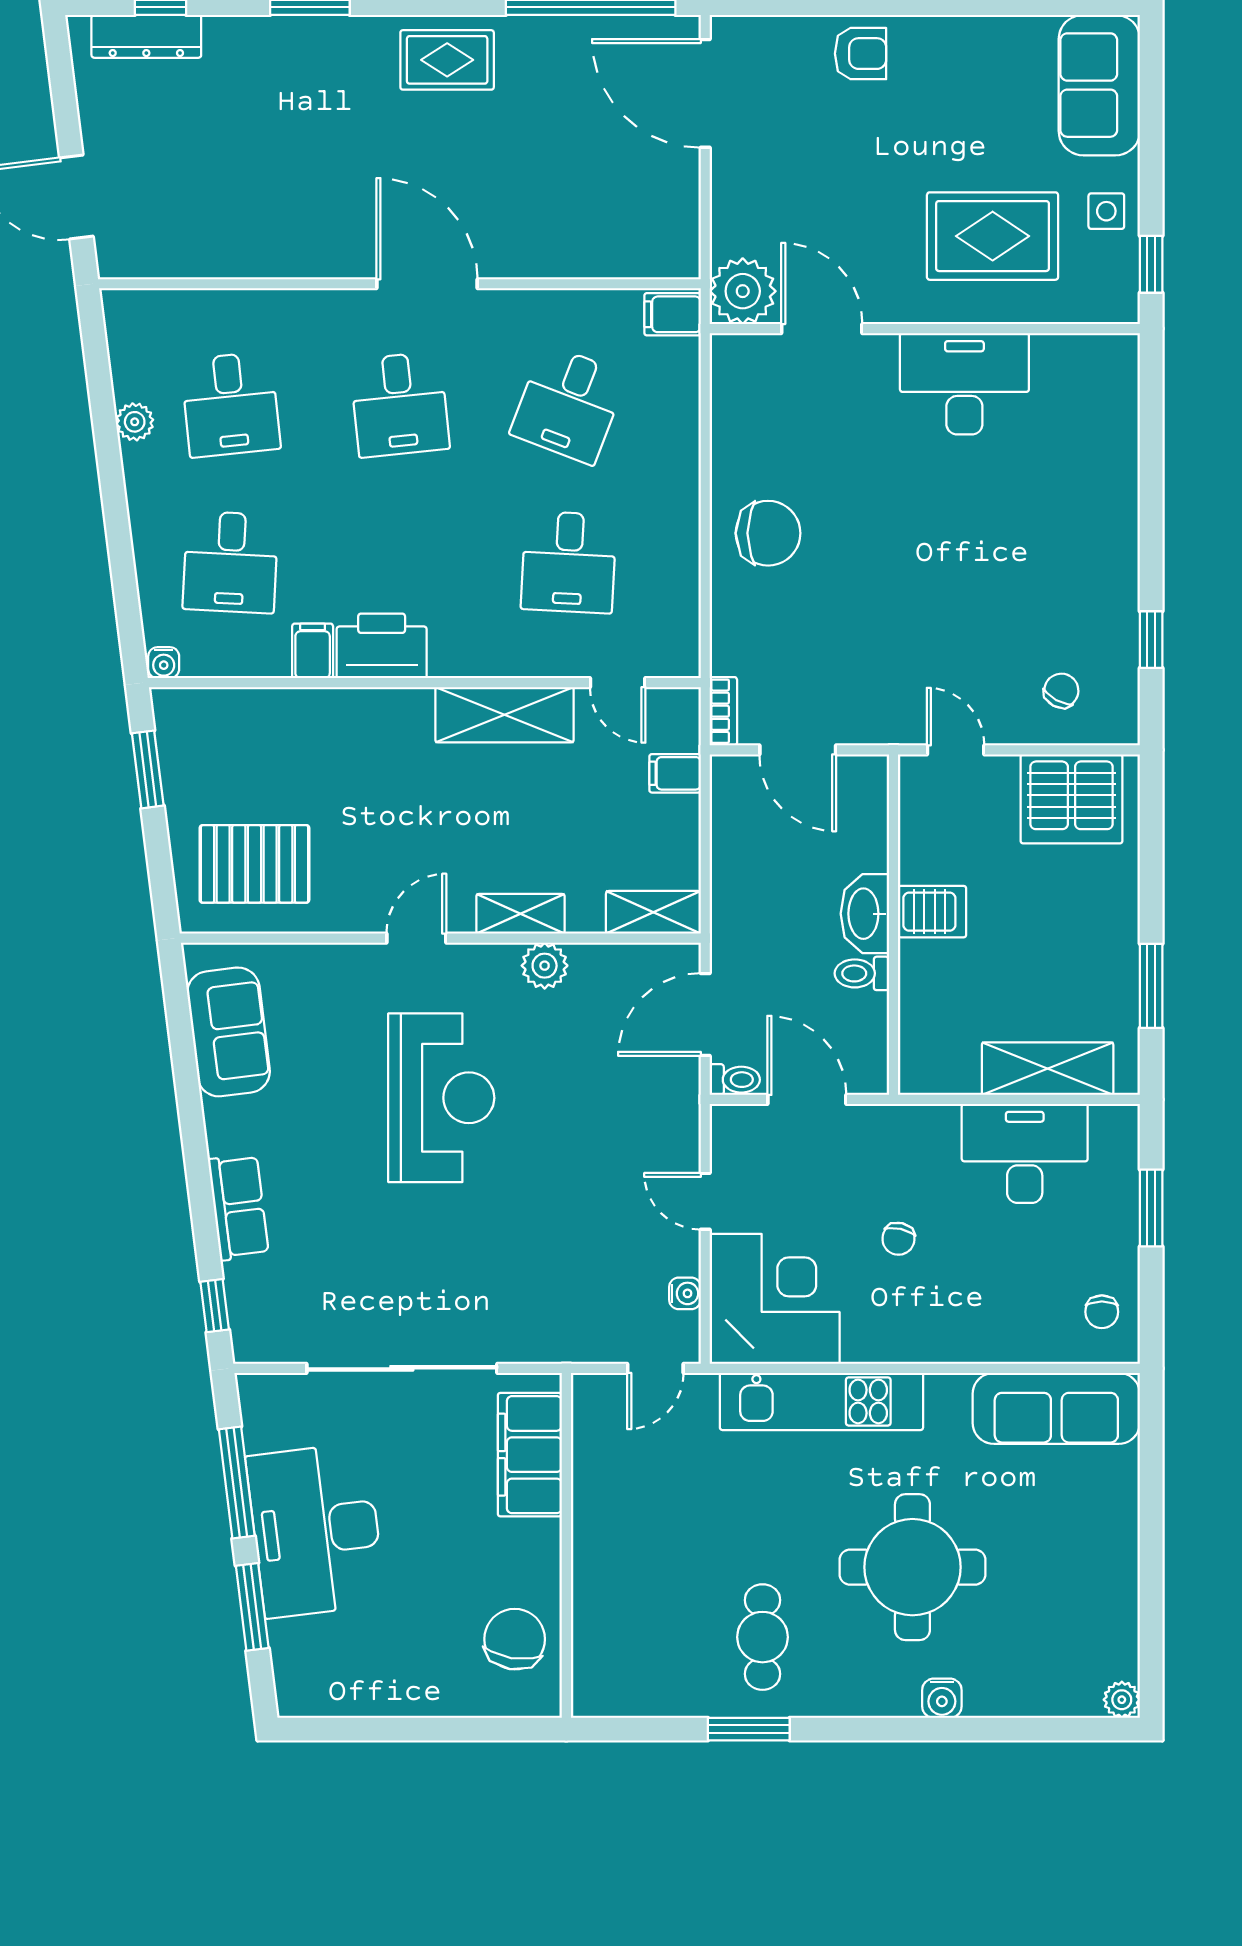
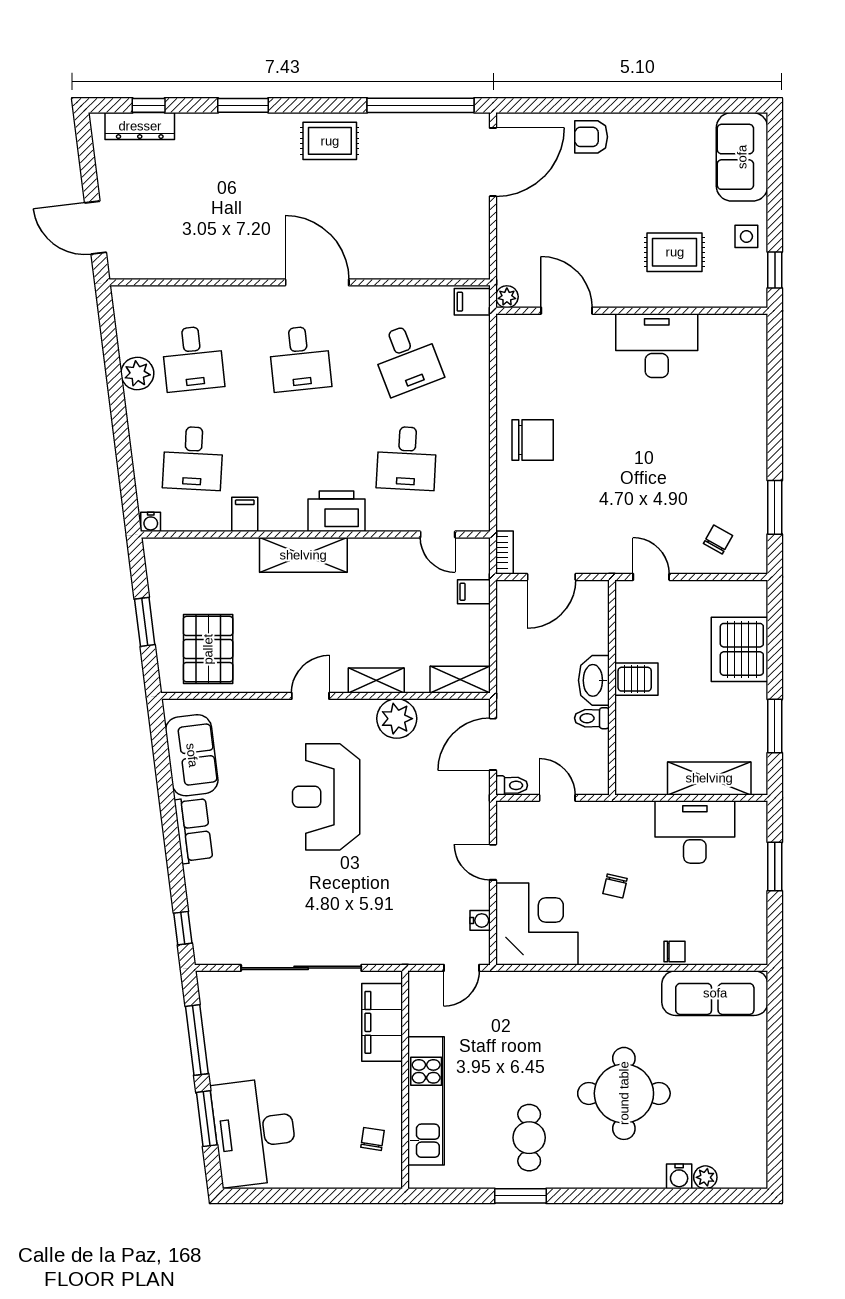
armchair: (861, 54) -> (591, 137), turned 180
door: (705, 93) -> (493, 162), swing flipped
rug: (993, 236) -> (675, 252), width x0.73, depth x0.70
plant: (743, 291) -> (507, 297), width x0.53, depth x0.53
desk: (569, 404) -> (407, 359), turned -42
plant: (135, 422) -> (137, 374), width x1.38, depth x1.38
window: (1151, 640) -> (775, 507), width x1.50
printer: (382, 646) -> (336, 511), moved
shelving: (504, 715) -> (303, 555), moved
door: (798, 750) -> (551, 577), hinge flipped
window: (148, 769) -> (145, 622), moved
server rack: (1071, 799) -> (740, 649), moved, turned 90
pallet: (254, 864) -> (208, 649), turned 90
plant: (545, 966) -> (397, 719), width x1.36, depth x1.36
reception desk: (441, 1098) -> (326, 797), turned 180
door: (807, 1099) -> (557, 798), width x0.73
row of seats: (238, 1207) -> (193, 830), moved
chair: (1102, 1312) -> (675, 951), moved, turned -90
kitchen unit: (821, 1401) -> (426, 1101), moved, turned -90
desk: (316, 1530) -> (255, 1132), moved
chair: (515, 1639) -> (372, 1139), width x0.54, depth x0.54
water cooler: (942, 1698) -> (679, 1176), moved
plant: (1122, 1700) -> (705, 1177), moved

